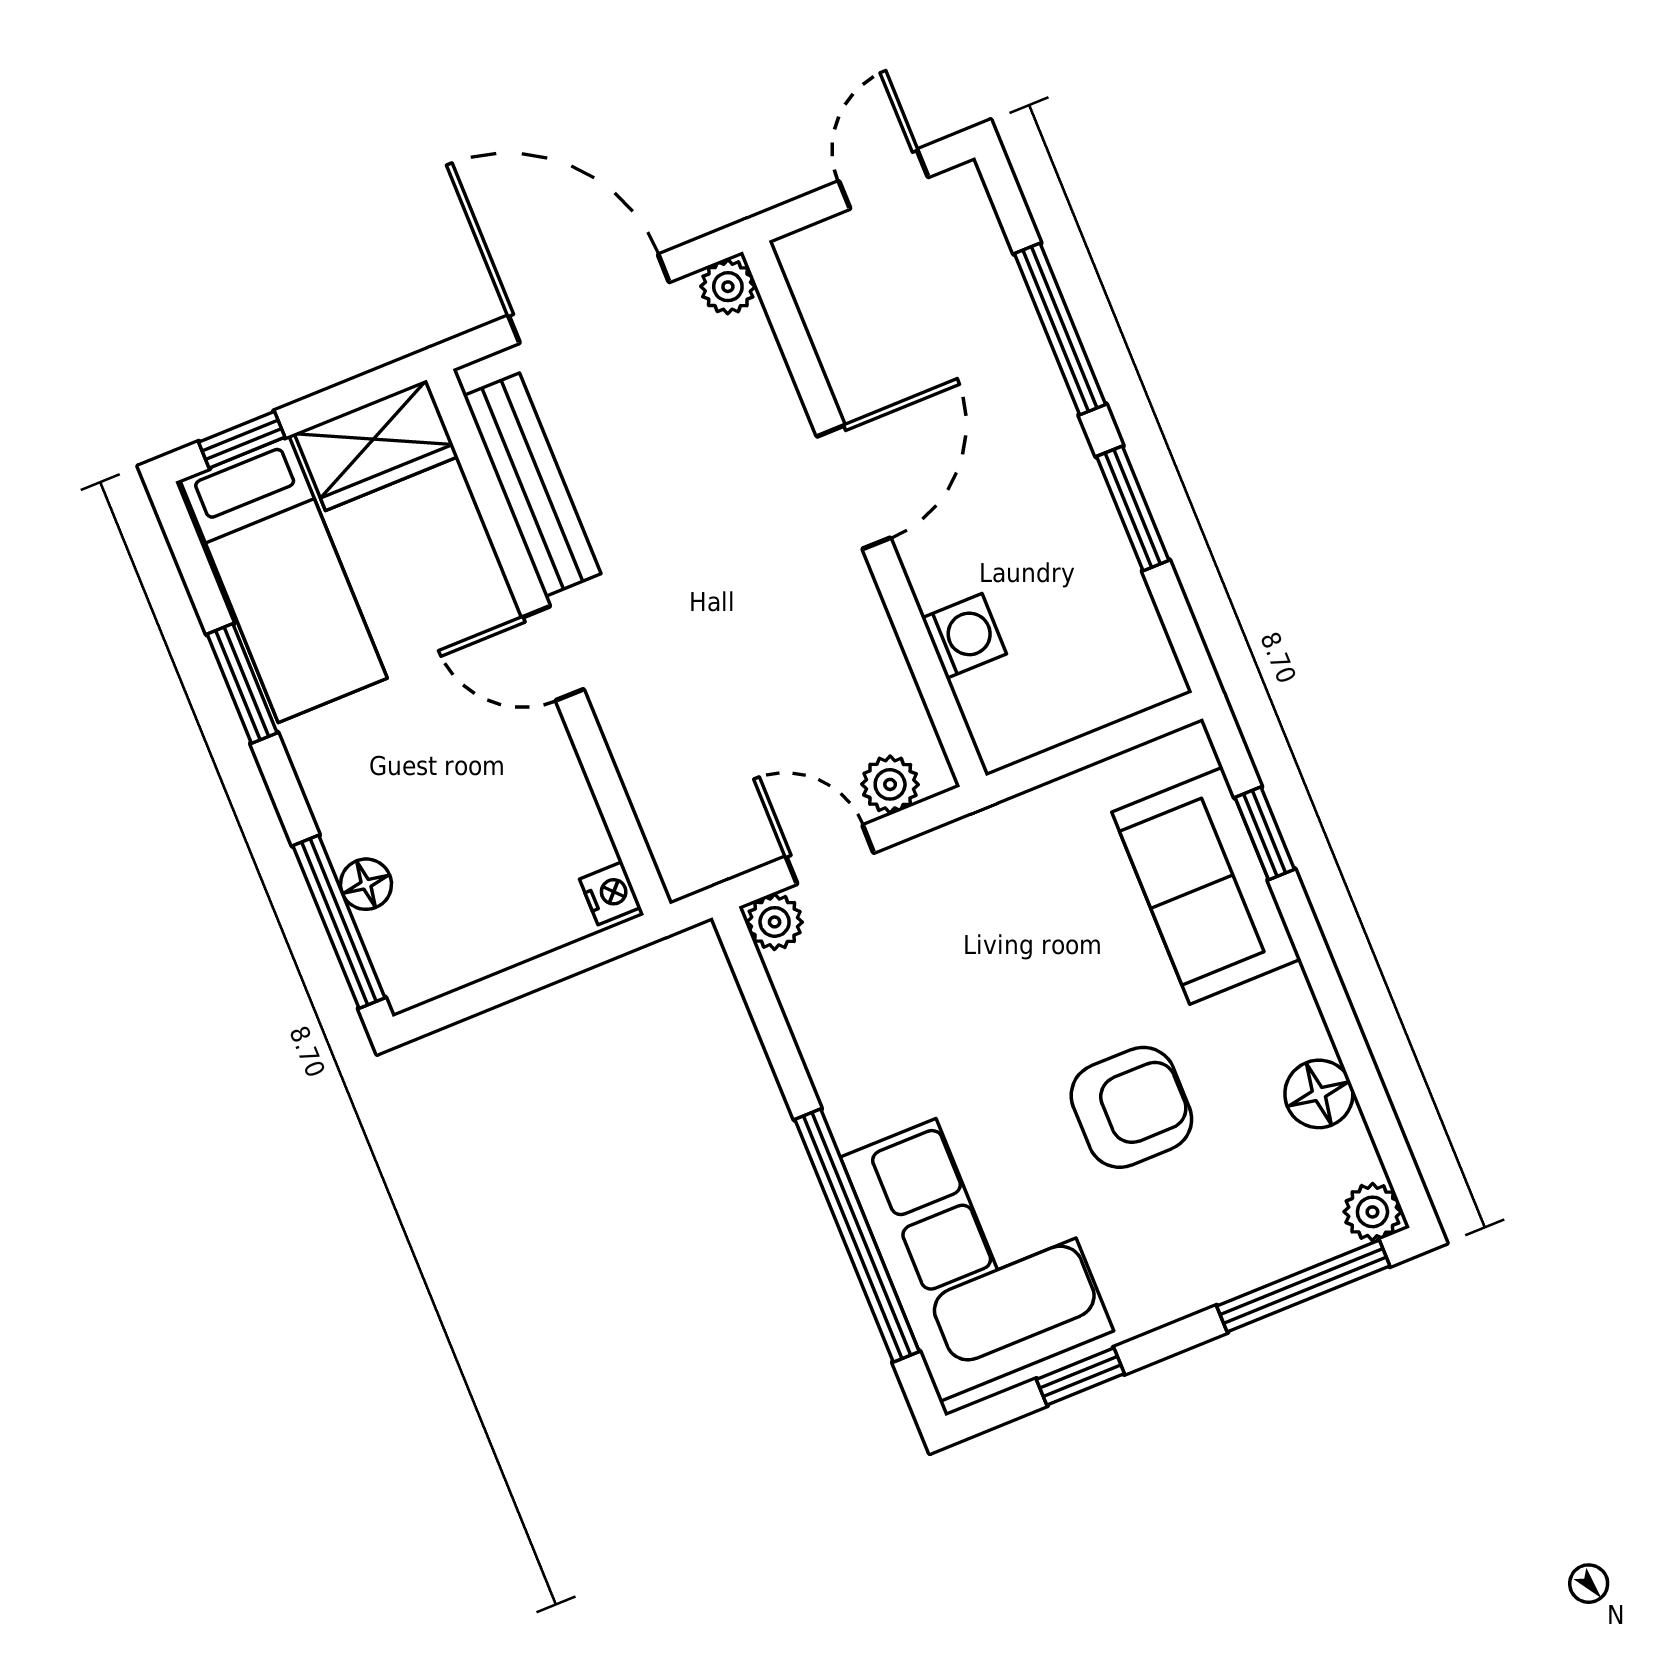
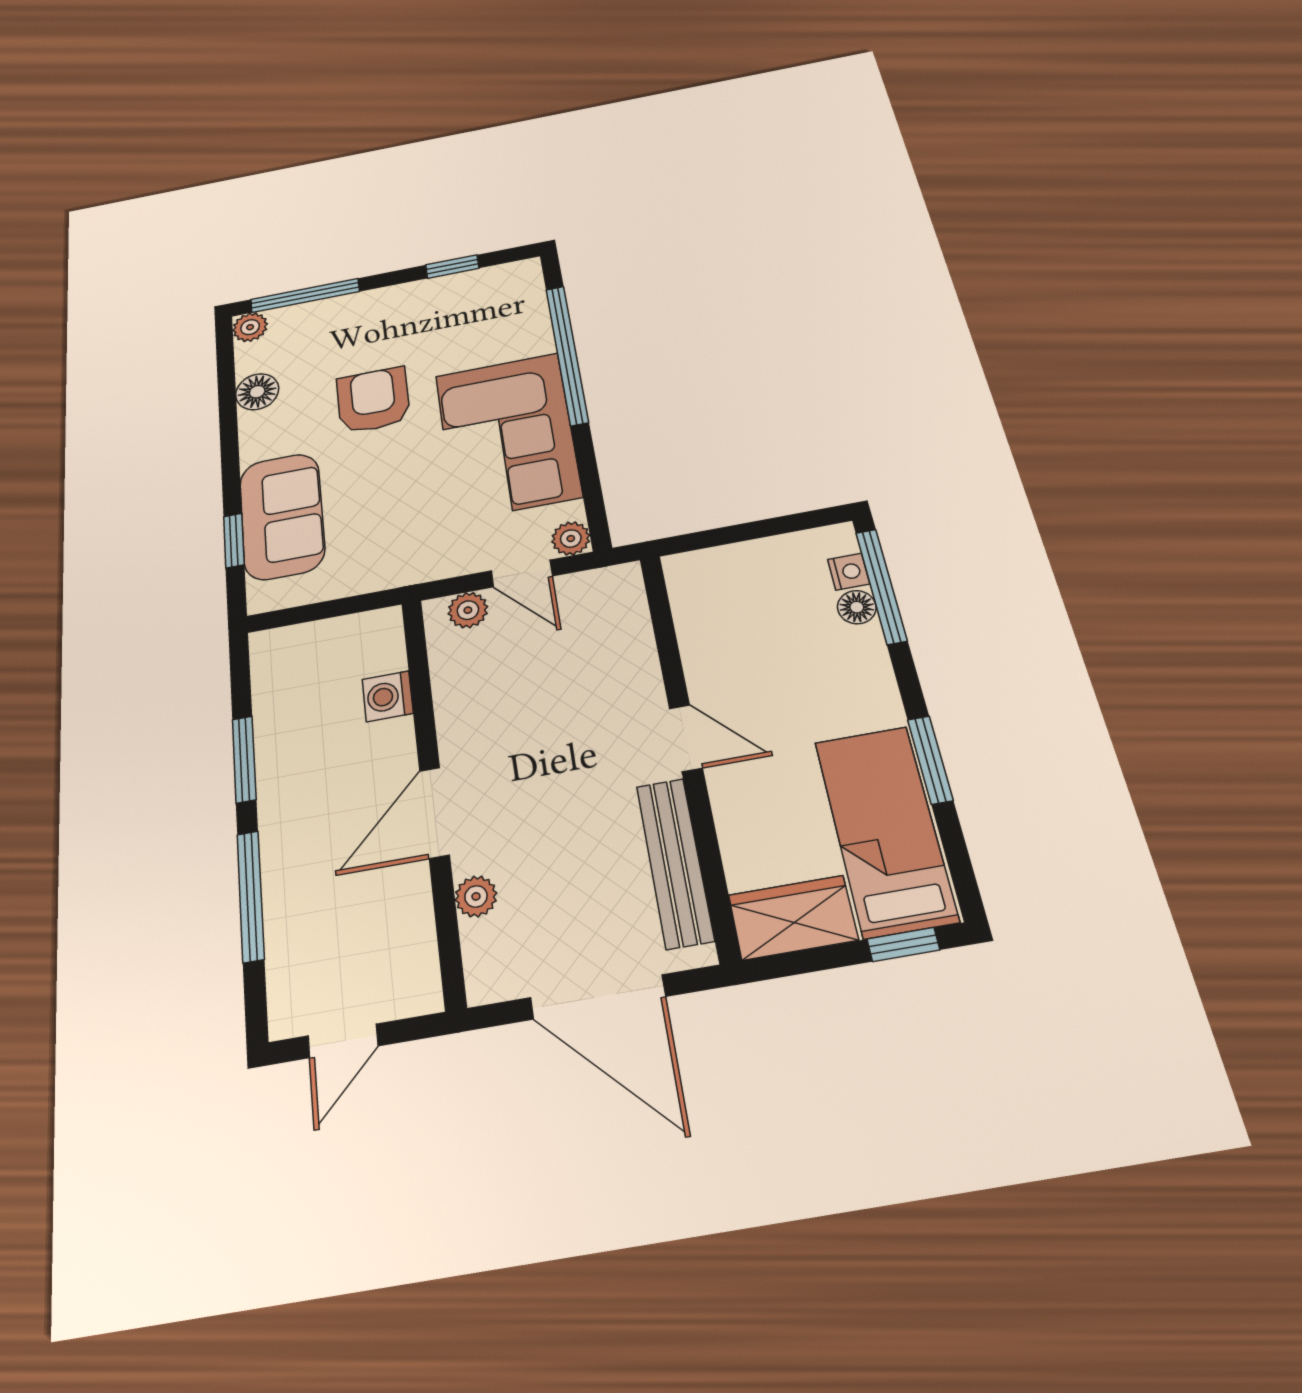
plant: (728, 287) -> (476, 896), moved
nightstand: (610, 893) -> (849, 572), moved, turned 180
armchair: (1131, 1107) -> (373, 400), turned 90
corner sofa: (977, 1244) -> (508, 435), moved

